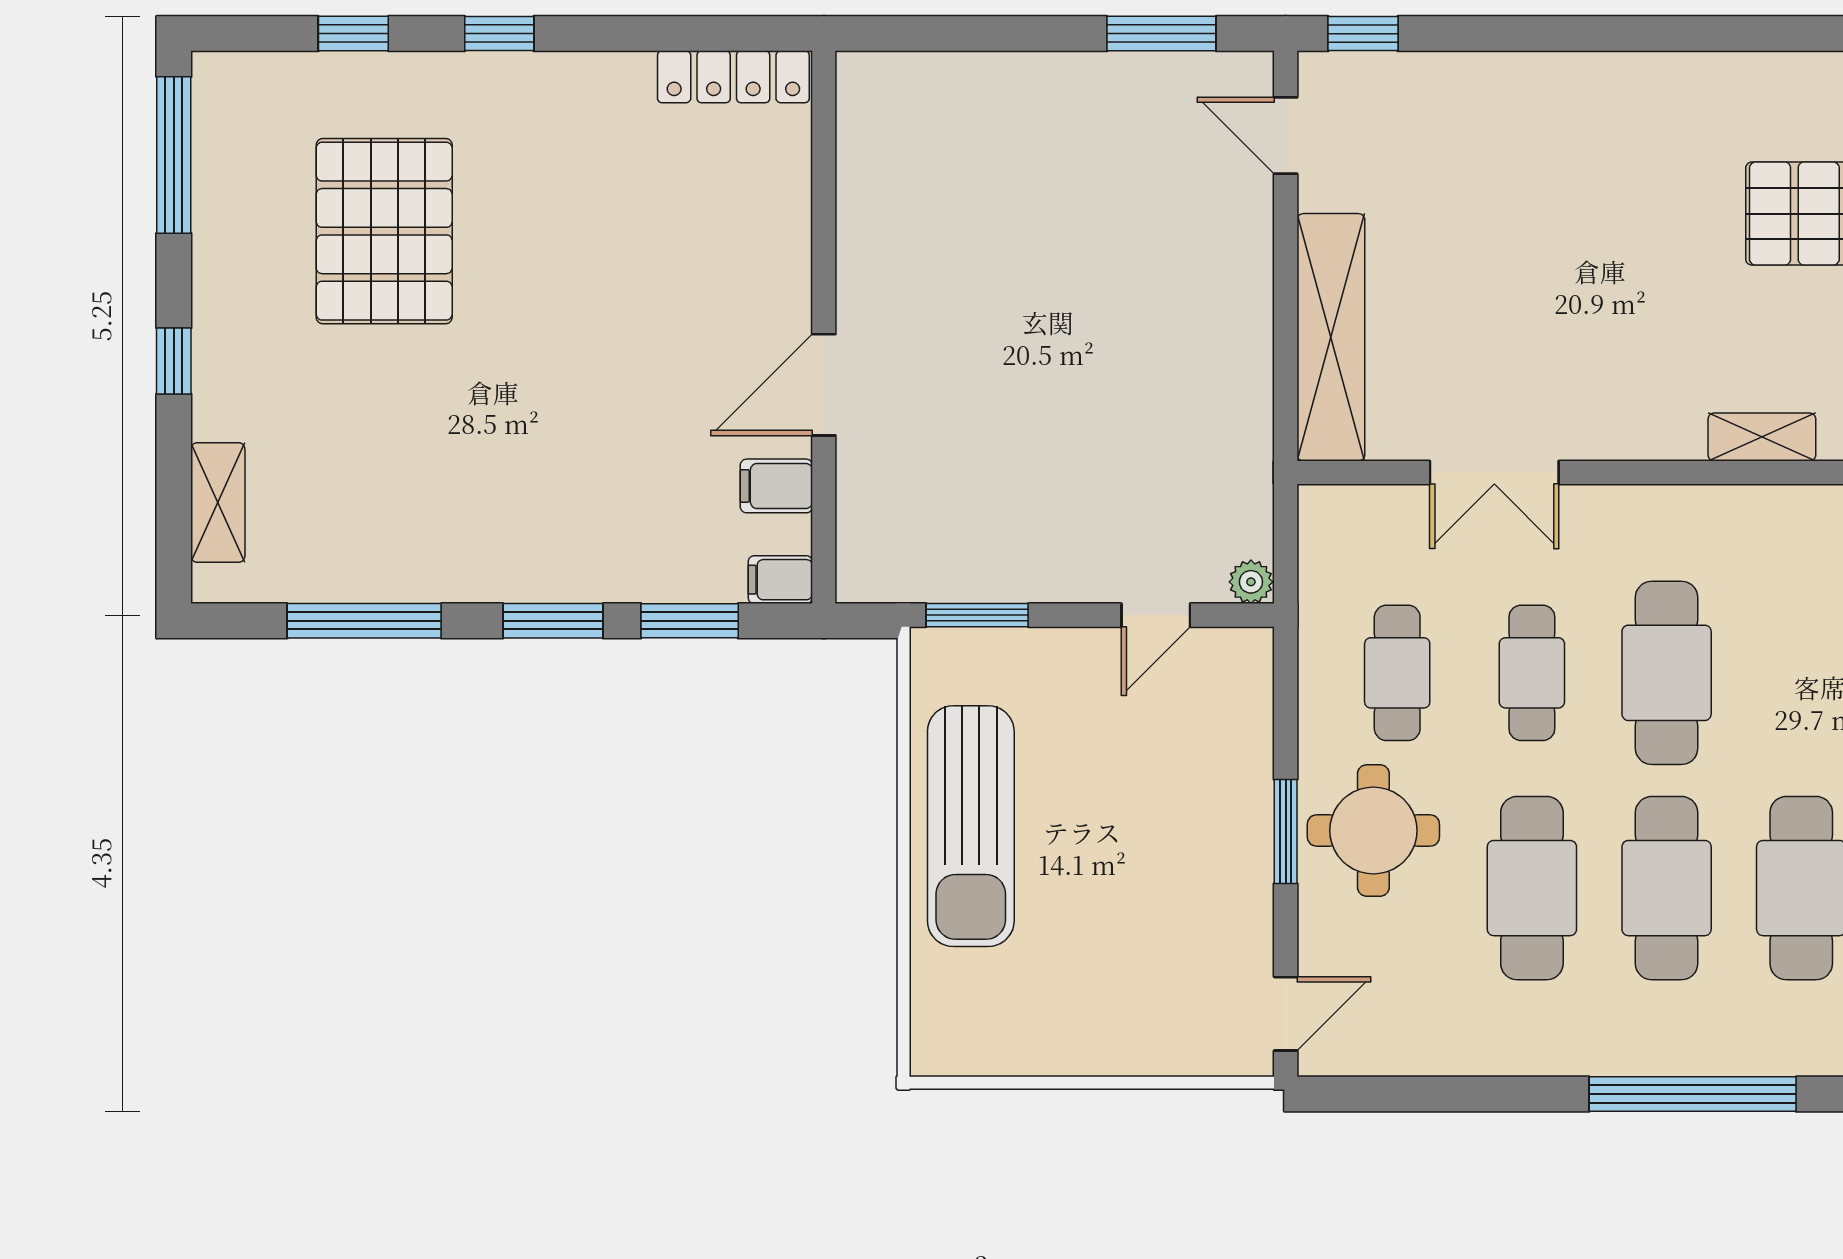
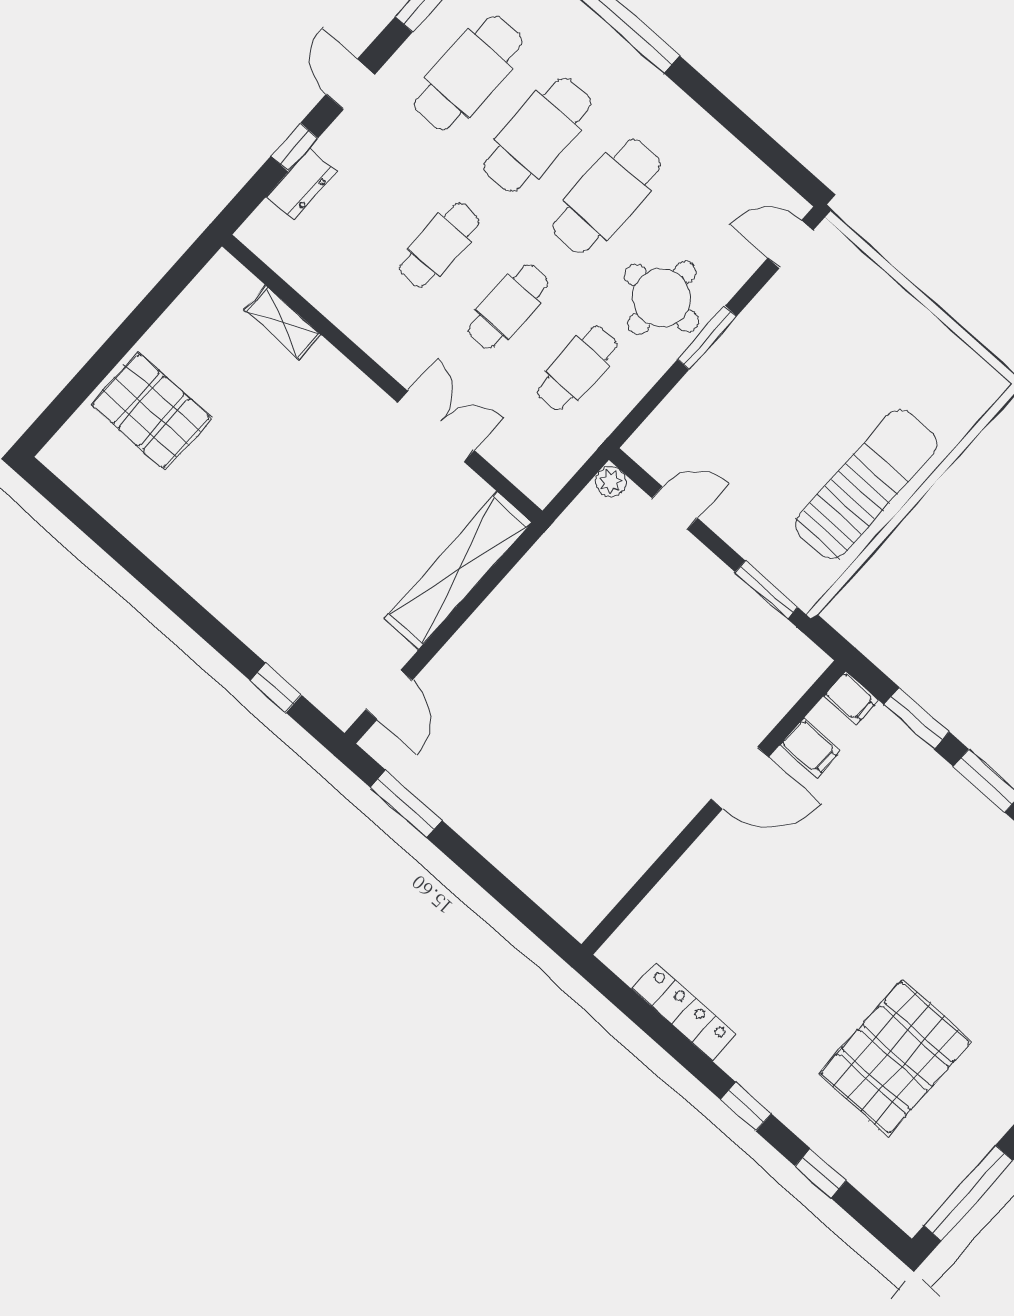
window: (1363, 34) -> (276, 688), moved
locker: (733, 77) -> (684, 1012), moved
cafe table: (1667, 673) -> (439, 245), width x0.73, depth x0.74

